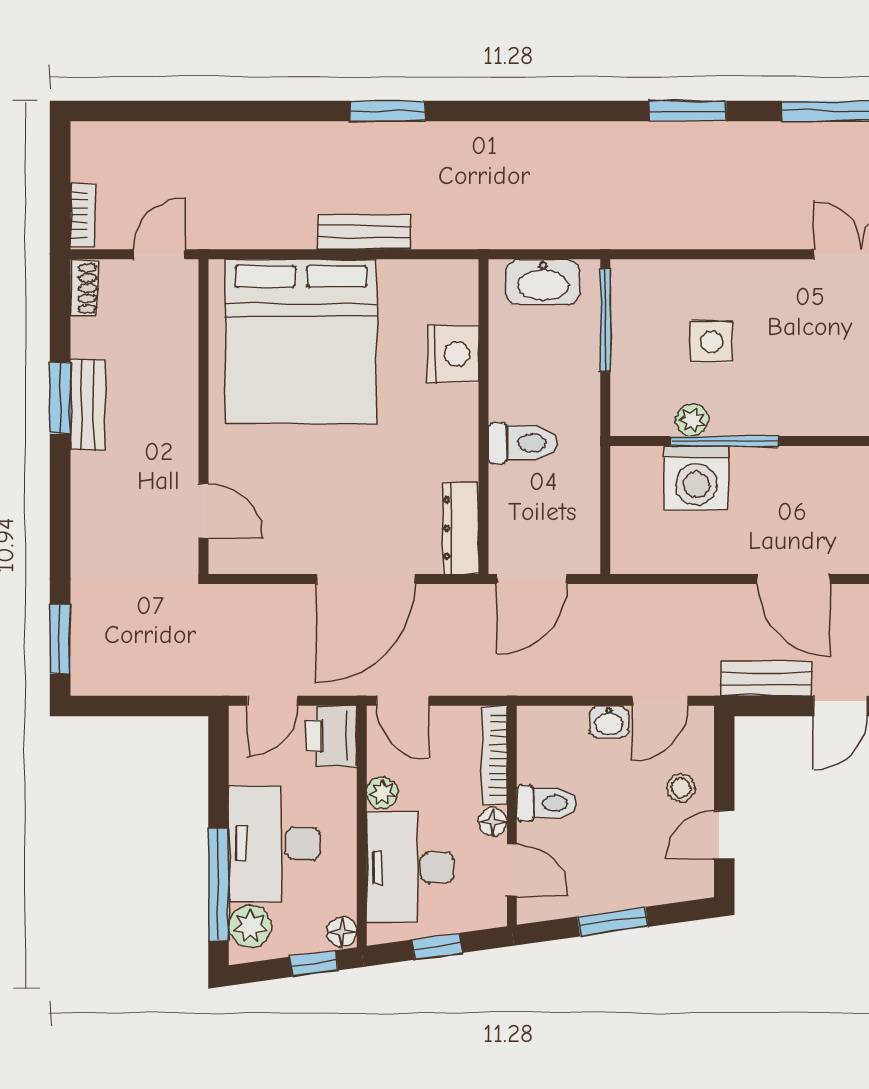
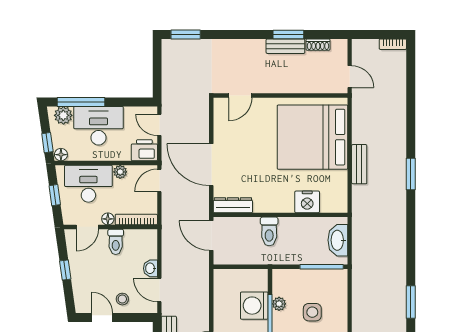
bookcase: (83, 215) -> (393, 44), moved
shoe rack: (84, 288) -> (318, 45), moved
window: (613, 922) -> (65, 270), width x0.67

